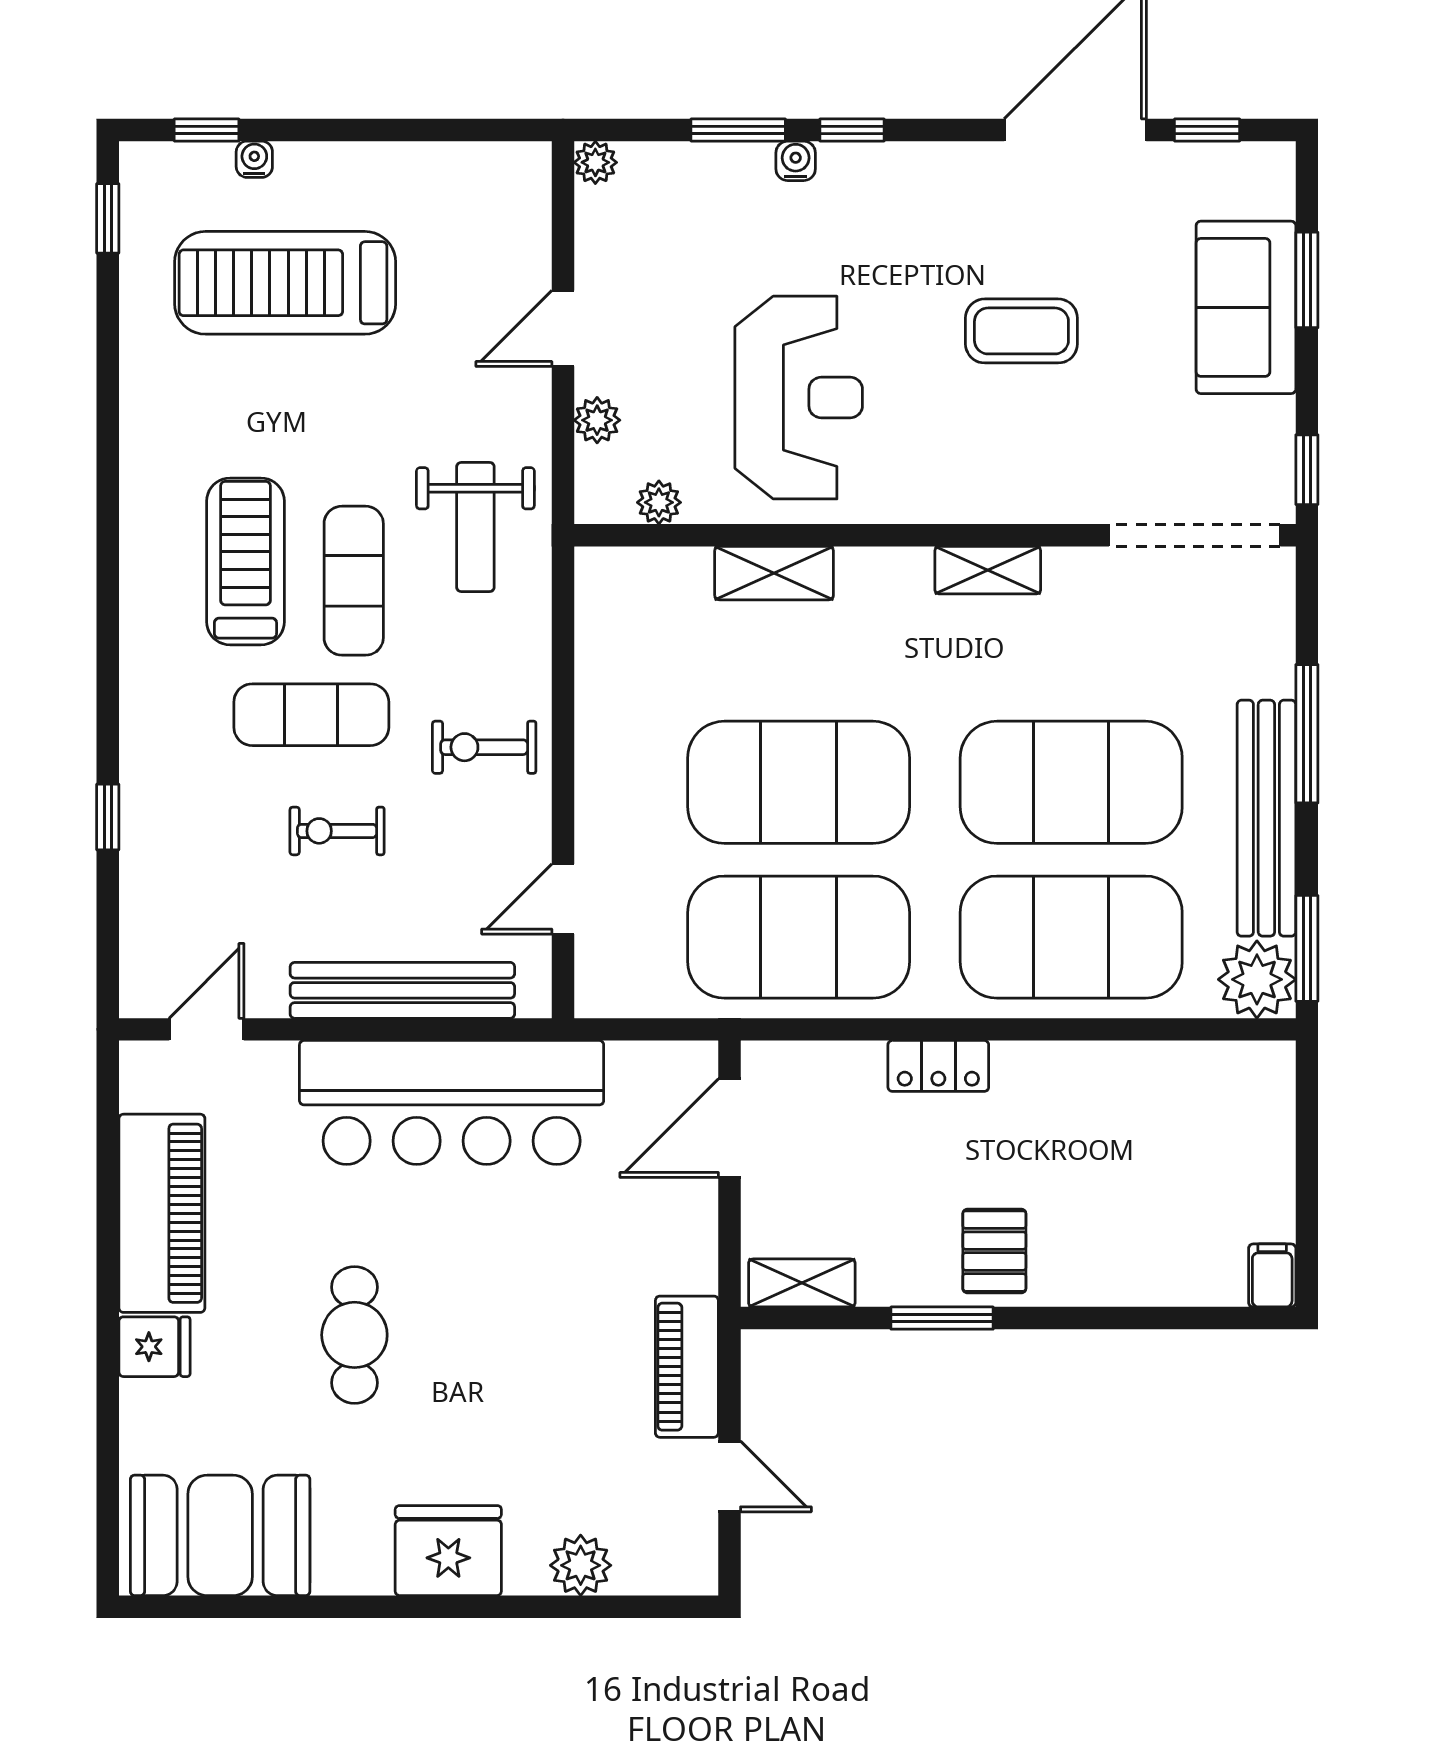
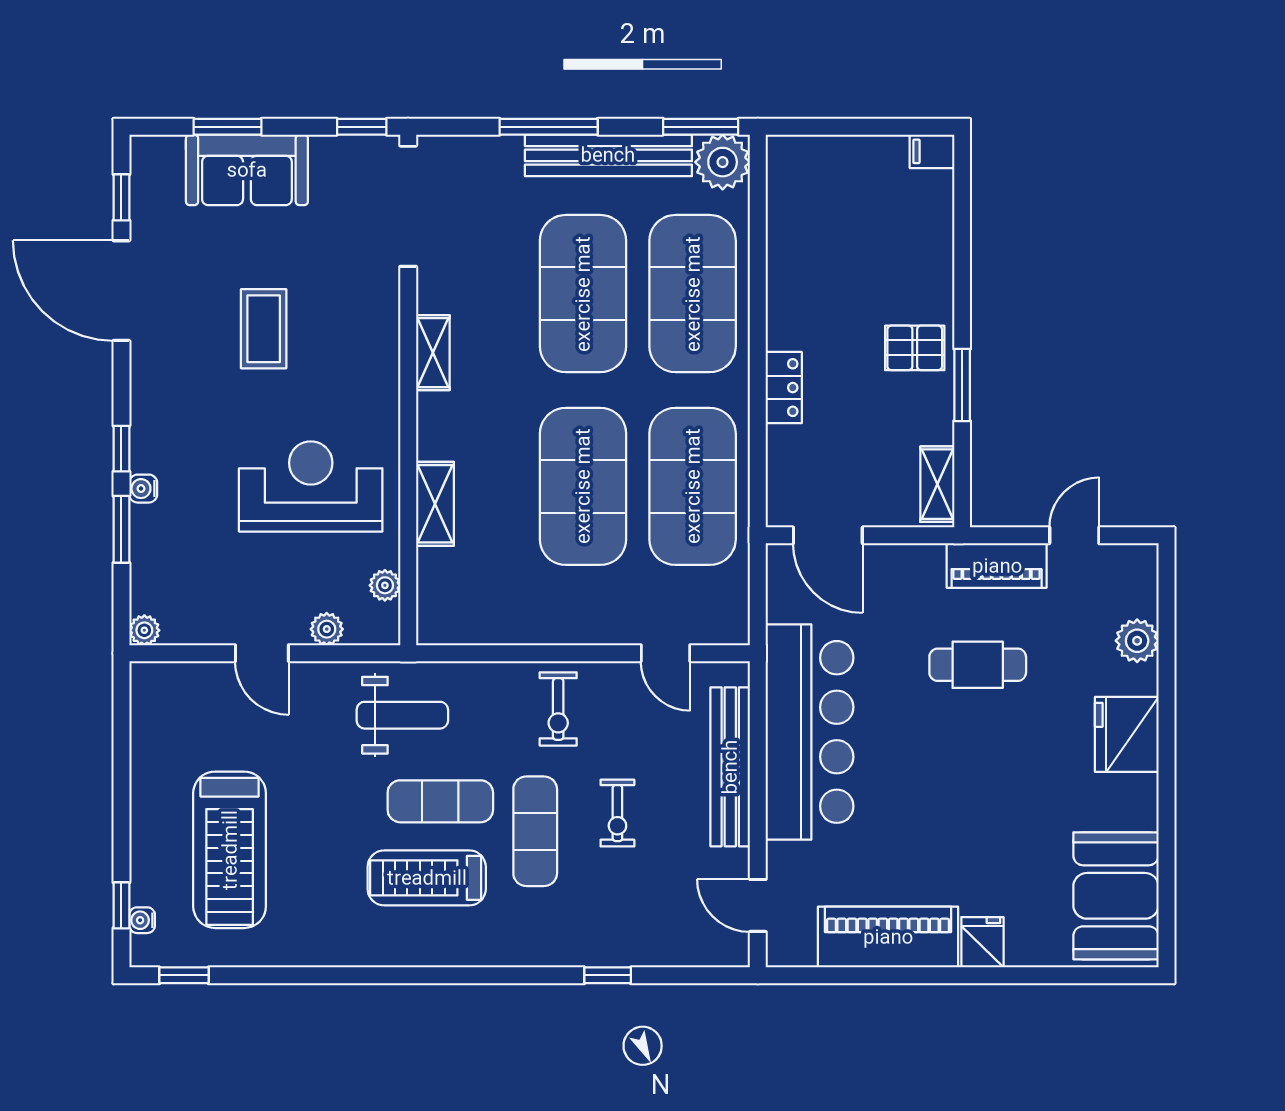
water cooler: (254, 159) -> (142, 920), moved
cafe table: (354, 1335) -> (978, 665), moved

